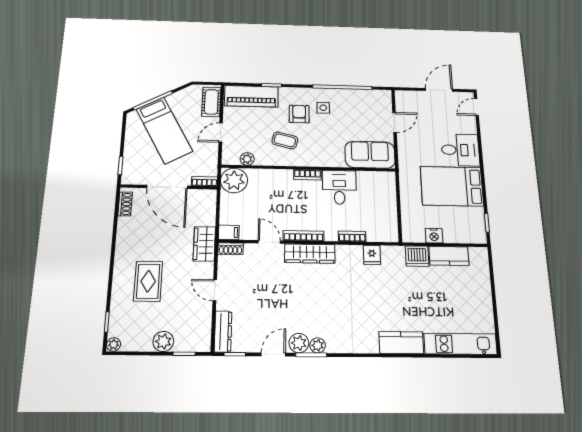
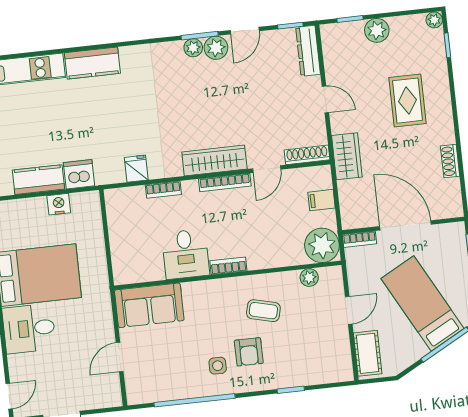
piano: (251, 96) -> (316, 369), removed
shoe rack: (125, 204) -> (450, 161), moved
filing cabinet: (229, 232) -> (322, 200), moved
door: (269, 242) -> (267, 169), hinge flipped
shoe rack: (231, 249) -> (307, 155), width x1.43

